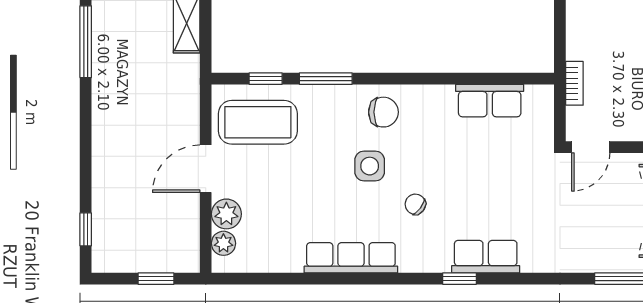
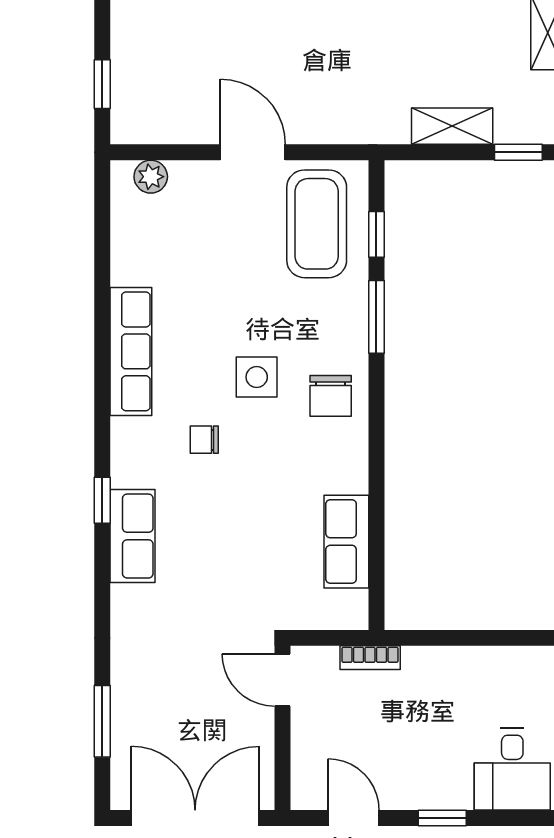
chair: (415, 204) -> (204, 440), turned -127
plant: (226, 214) -> (191, 181), removed

